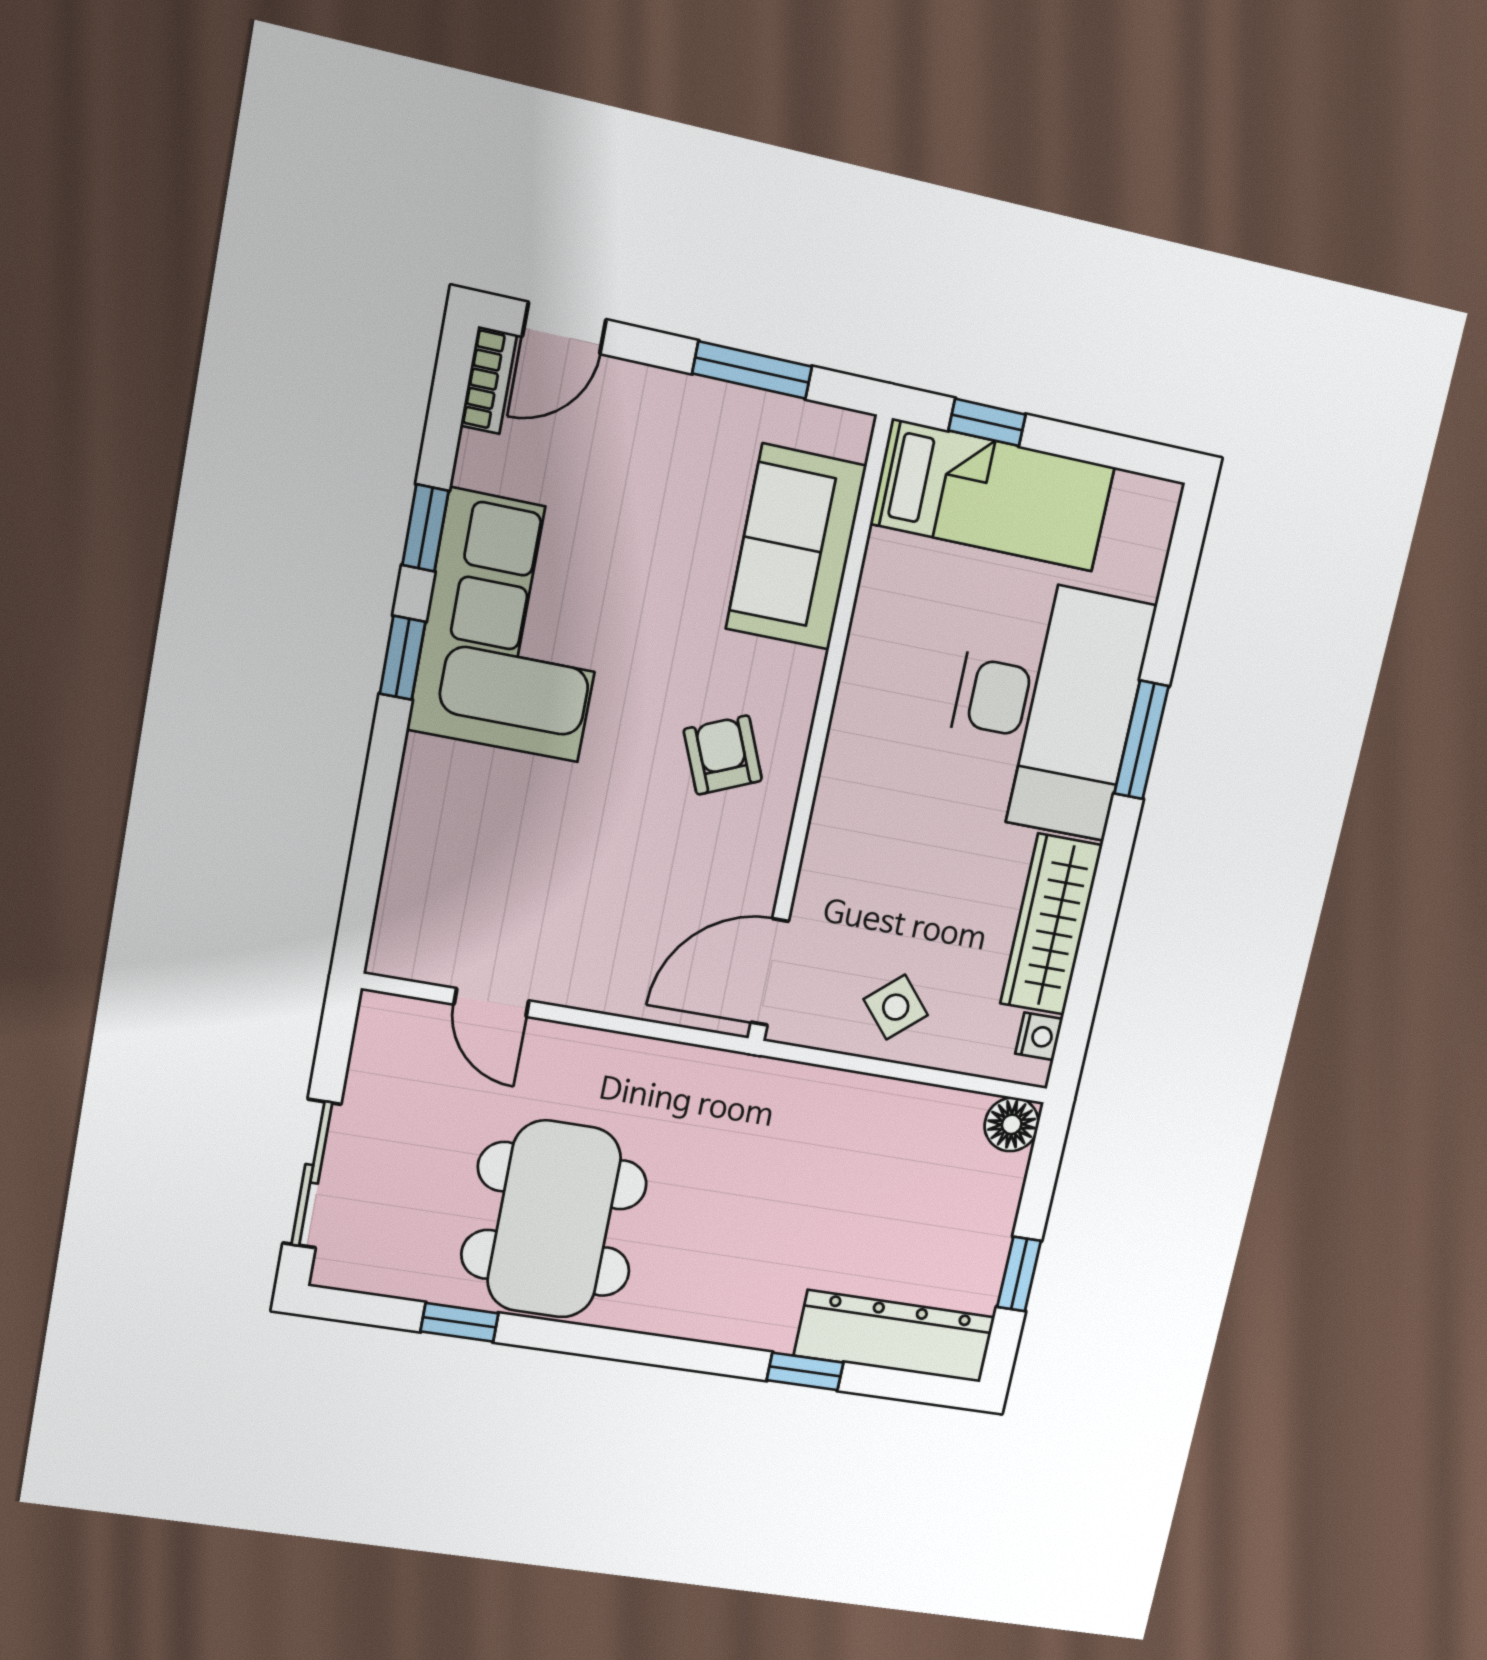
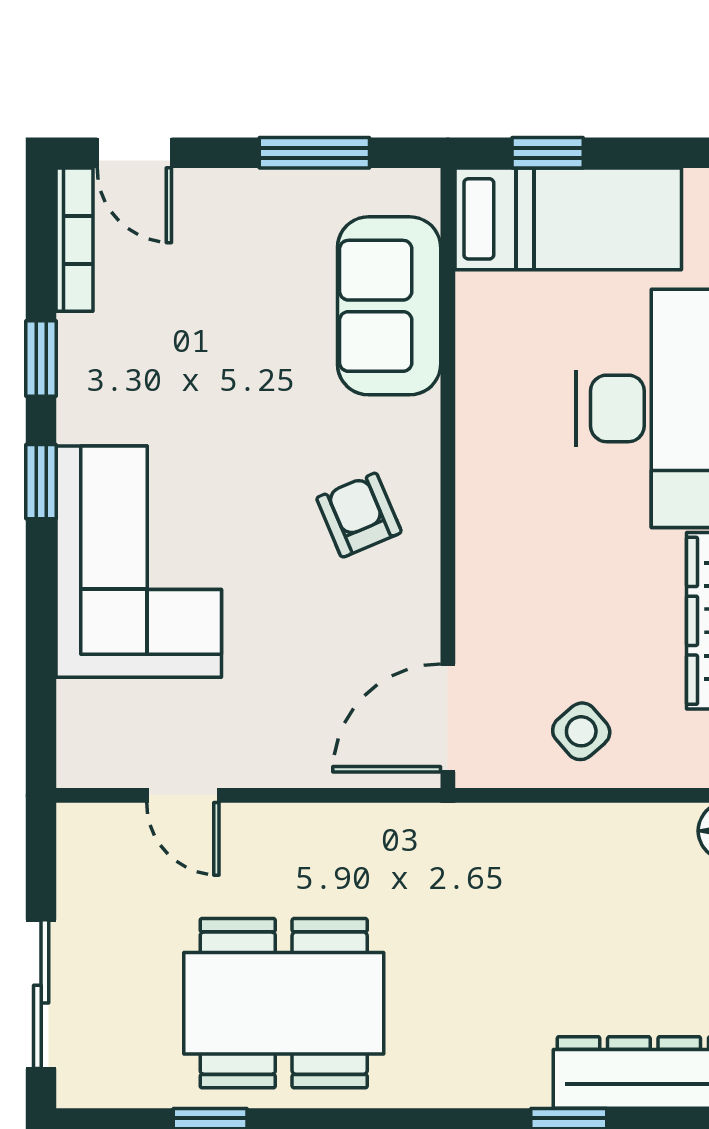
door: (564, 328) -> (134, 153), hinge flipped
bookcase: (489, 380) -> (75, 240), width x1.56
corner sofa: (514, 626) -> (139, 562), moved
dining table: (554, 1219) -> (284, 1003), turned 90

